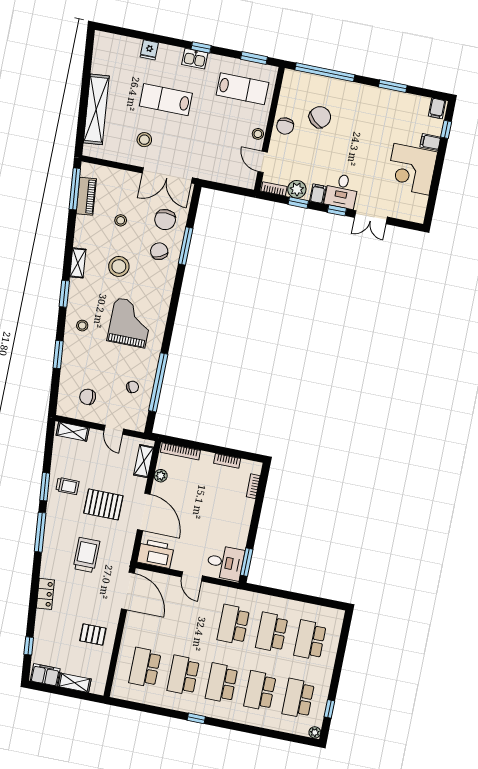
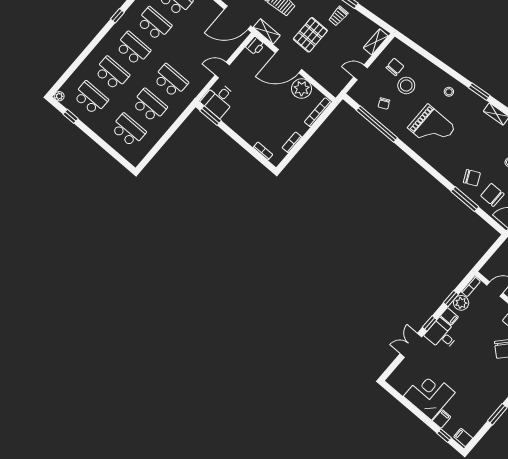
stool: (119, 266) -> (406, 85), moved
window: (58, 355) -> (438, 63), removed
shelving: (144, 461) -> (267, 31), moved
plant: (161, 476) -> (302, 89), width x1.87, depth x1.87
printer: (155, 554) -> (255, 46), width x0.53, depth x0.68

